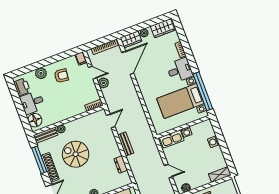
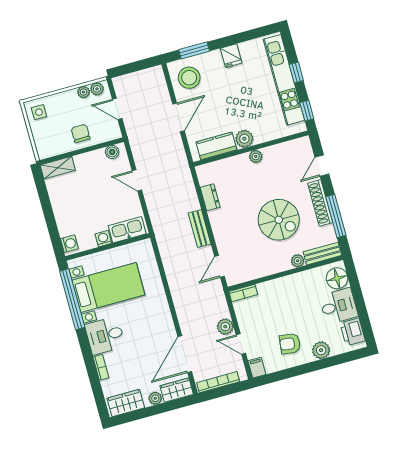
washing machine: (213, 142) -> (69, 244), moved

